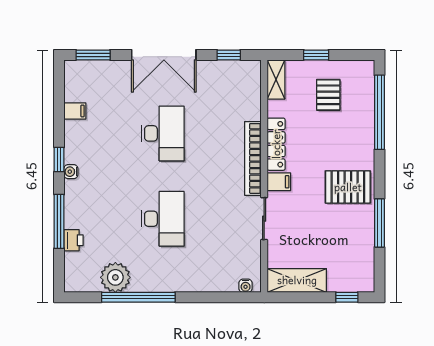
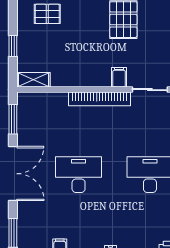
window: (229, 55) -> (13, 119), width x1.50
pallet: (328, 95) -> (47, 14), moved
locker: (276, 144) -> (88, 80), removed

